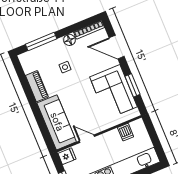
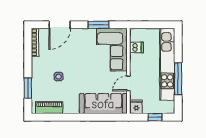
floor lamp: (70, 40) -> (37, 63), removed
window: (41, 42) -> (28, 88), width x0.69
piano: (37, 86) -> (49, 108), moved
corner sofa: (113, 92) -> (112, 50), moved, turned 90

